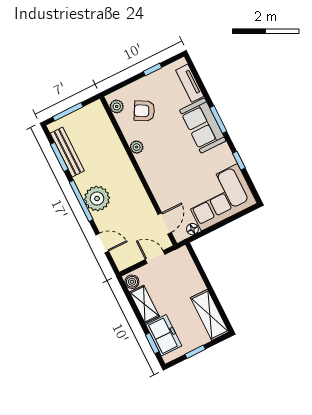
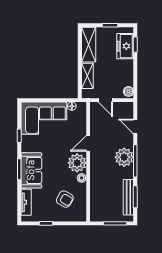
plant: (117, 106) -> (77, 163), moved, width x1.88, depth x1.88
door: (165, 223) -> (88, 143), moved
shelving: (144, 304) -> (87, 76), moved

